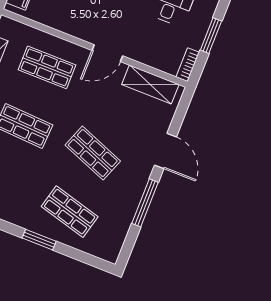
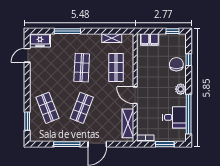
shop shelf: (70, 212) -> (47, 108), turned -36
window: (39, 240) -> (27, 121), moved

